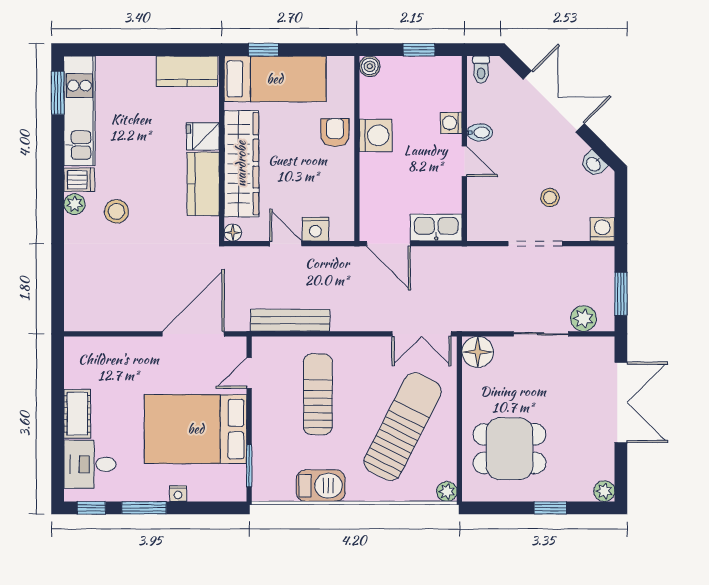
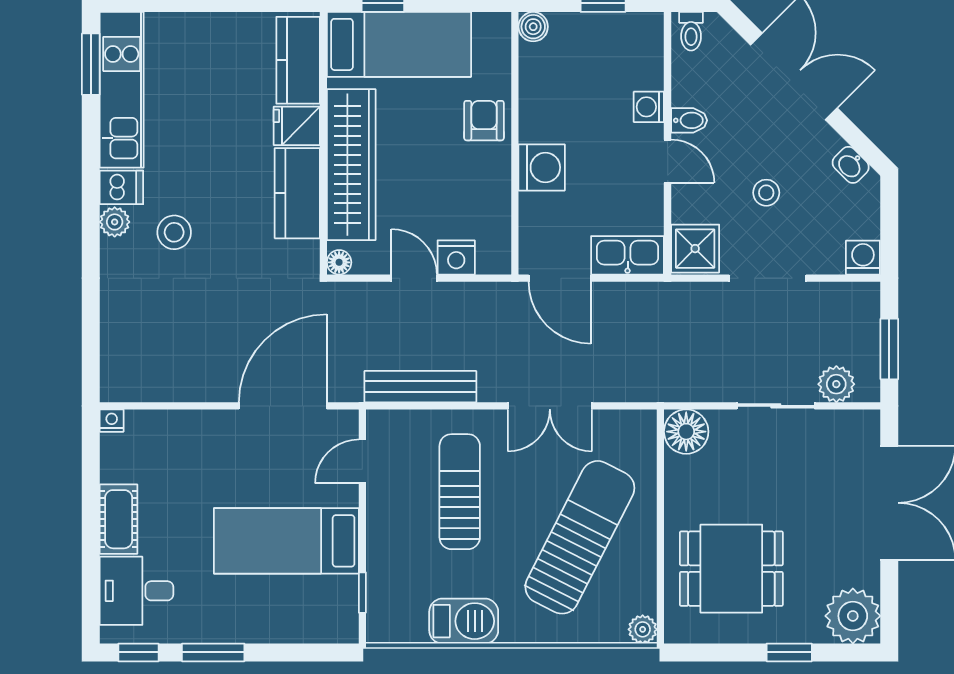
kitchen counter: (187, 71) -> (298, 60), moved, turned 90
washing machine: (376, 135) -> (542, 167), moved
stool: (550, 198) -> (766, 193), moved
shower: (484, 223) -> (695, 249), added
double door: (422, 334) -> (550, 406), moved
bed: (196, 429) -> (286, 541), width x0.67
window: (249, 466) -> (362, 593), width x0.67
plant: (604, 491) -> (853, 616), width x1.87, depth x1.87
nightstand: (178, 494) -> (112, 421), moved, turned 180

